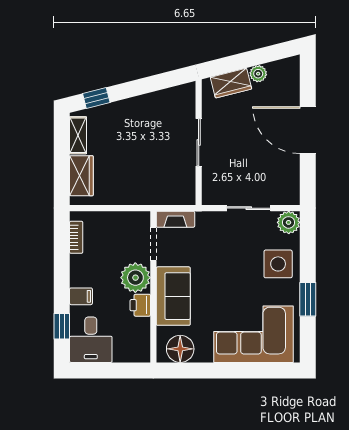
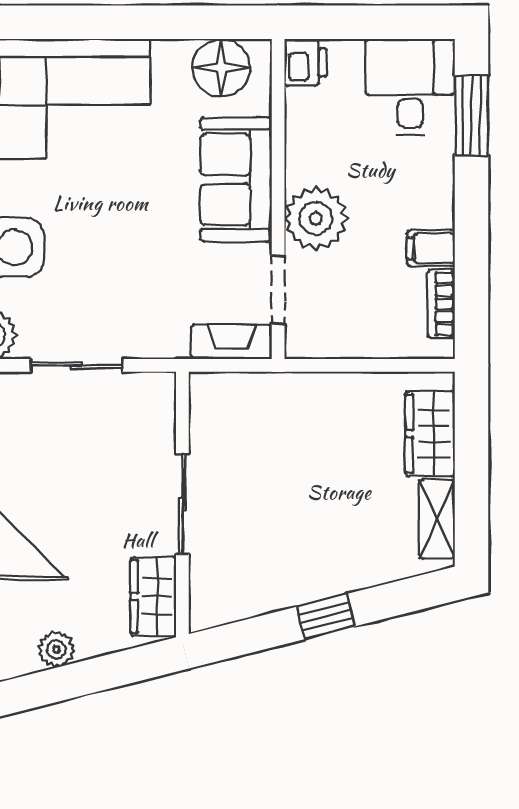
wardrobe: (231, 83) -> (153, 596), moved, turned -76
window: (96, 98) -> (325, 617), moved
filing cabinet: (81, 296) -> (431, 248), moved
printer: (140, 305) -> (306, 62), moved
window: (62, 326) -> (471, 116), width x1.50

